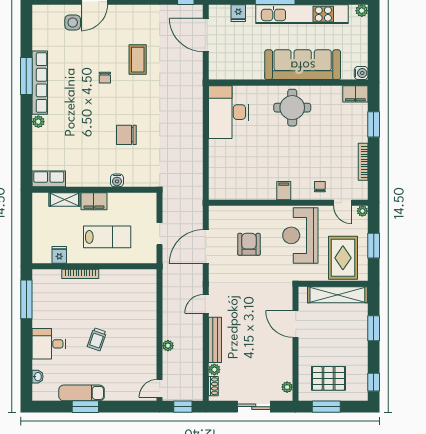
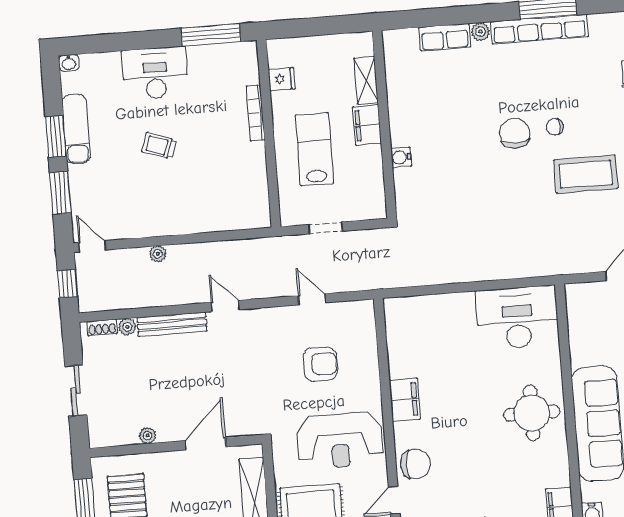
coffee table: (138, 60) -> (586, 174), width x1.36, depth x1.32
chair: (126, 135) -> (515, 133), moved
row of seats: (49, 179) -> (445, 37), moved, turned 90
chair: (320, 187) -> (416, 464), width x1.87, depth x1.87
filing cabinet: (284, 191) -> (405, 400), width x2.00
reception desk: (300, 235) -> (340, 440), turned 180
lab bench: (107, 237) -> (315, 149), turned 180
door: (206, 246) -> (312, 299), width x0.53
desk: (49, 344) -> (155, 73), width x1.37
washbasin: (38, 377) -> (69, 63), moved
plant: (287, 387) -> (148, 436), moved
window: (123, 407) -> (60, 193), added

